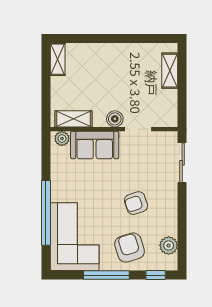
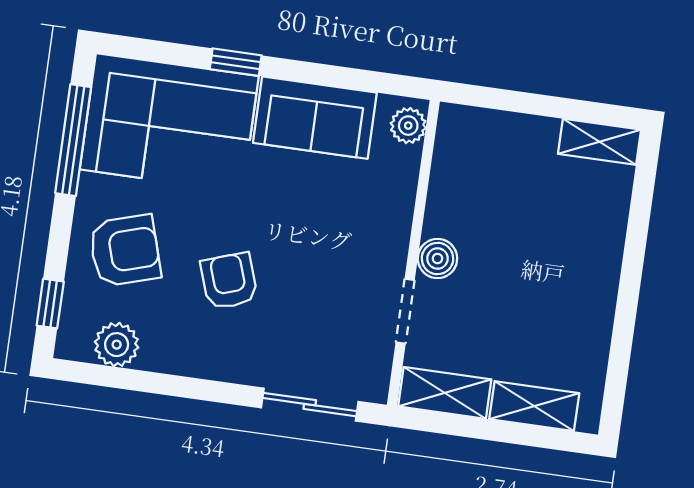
shelving: (74, 119) -> (445, 393), moved, turned 90
sofa: (95, 145) -> (315, 118), moved, turned -90
window: (46, 213) -> (236, 62), width x0.32
window: (106, 275) -> (73, 140), moved

